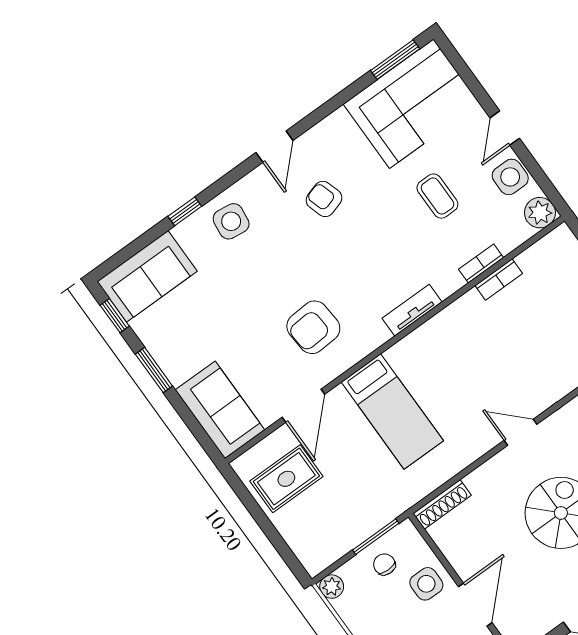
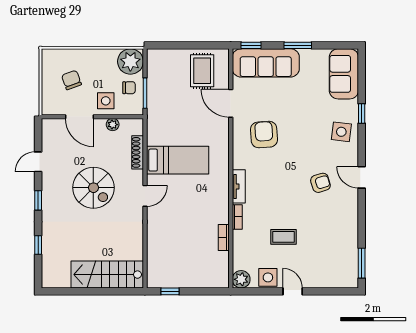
corner sofa: (412, 104) -> (335, 256), removed
bookcase: (481, 263) -> (237, 217), moved
window: (115, 316) -> (251, 45), moved
sofa: (220, 410) -> (266, 63), width x1.36
bed: (392, 411) -> (178, 160), moved, turned 180
shoe rack: (442, 504) -> (138, 152), moved
plant: (453, 550) -> (113, 125), added
plant: (332, 587) -> (130, 61), width x1.87, depth x1.87

